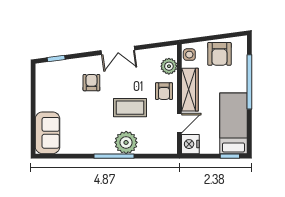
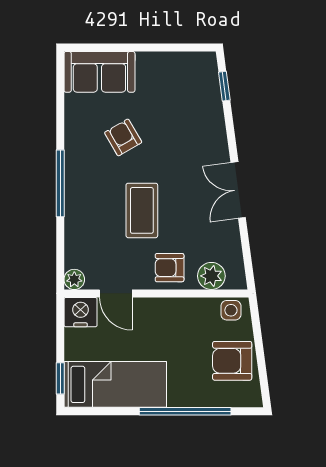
armchair: (91, 83) -> (123, 137), moved, turned -120
wardrobe: (190, 90) -> (172, 311), removed
plant: (126, 142) -> (74, 279), moved, width x0.53, depth x0.53

